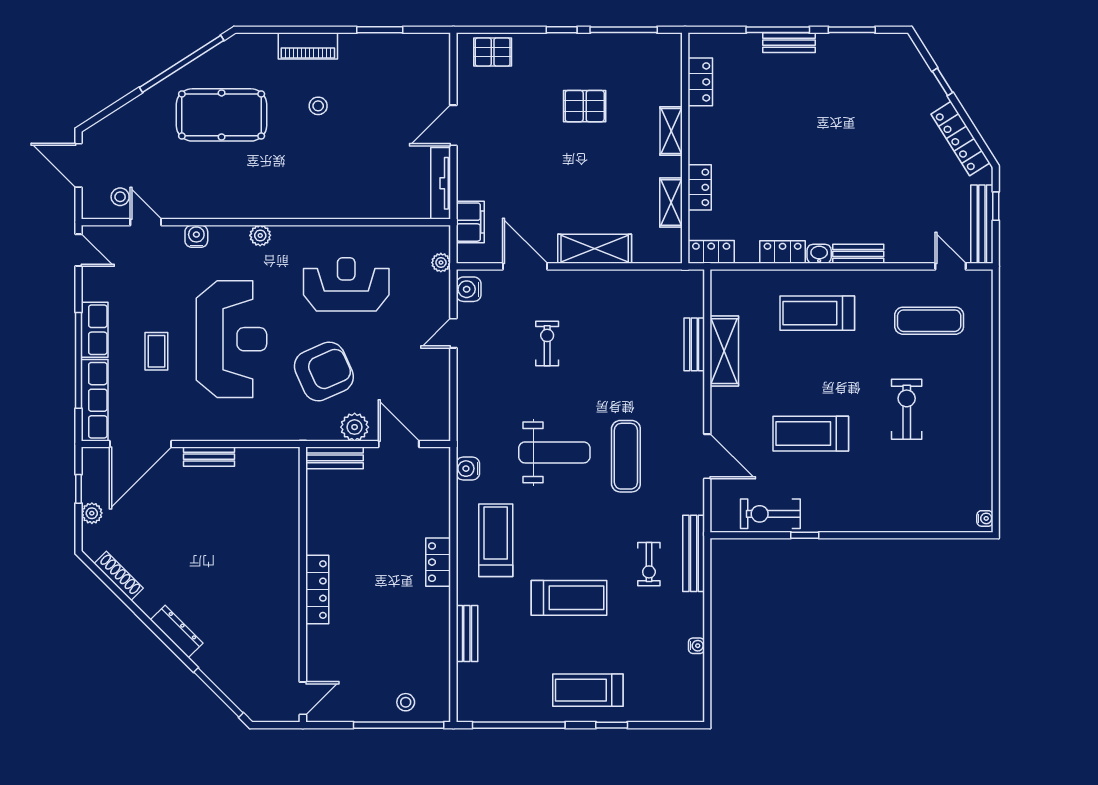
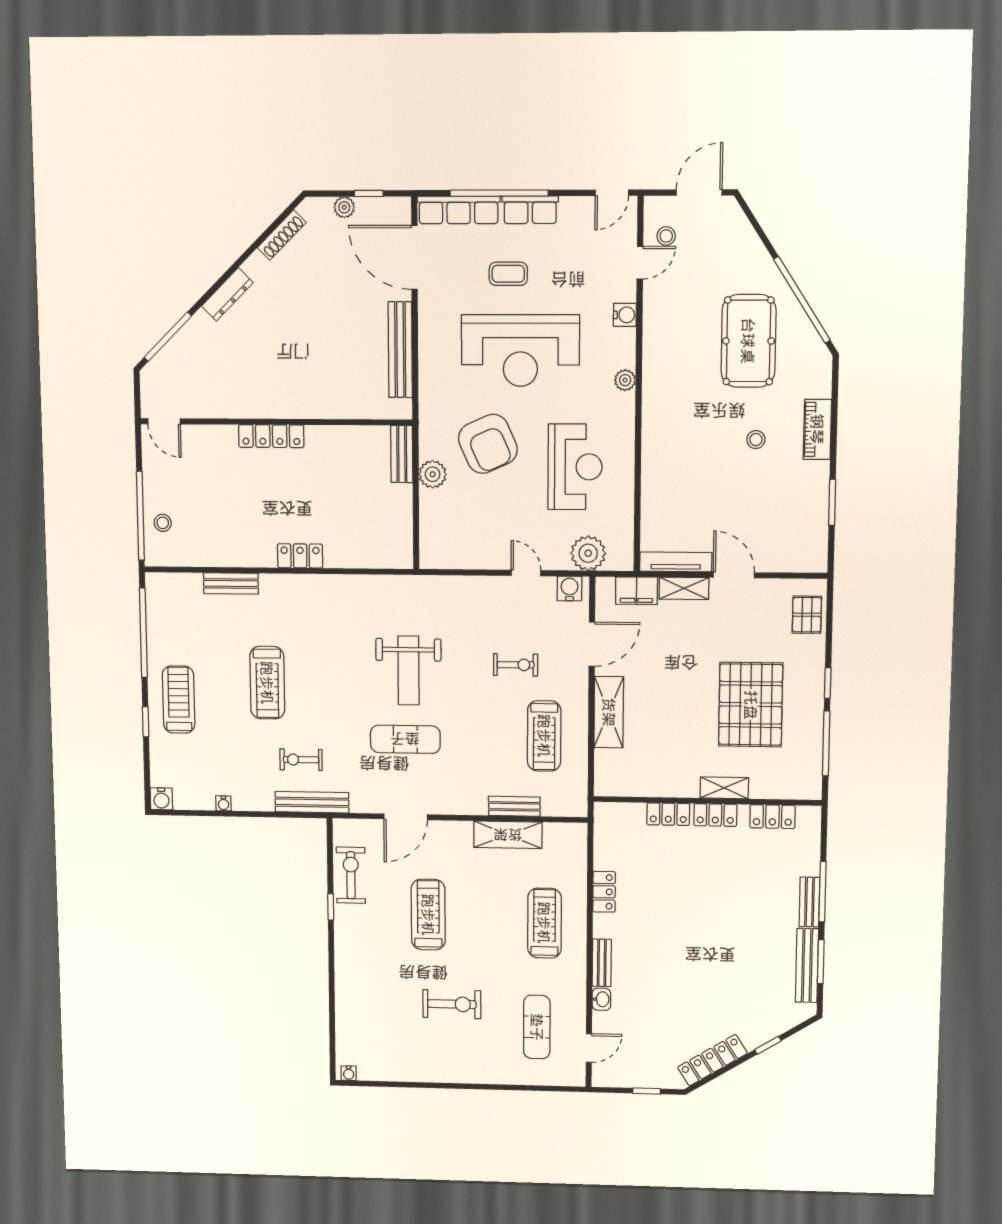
pallet: (585, 106) -> (751, 705), width x2.05, depth x2.00
shelving: (671, 202) -> (684, 588), moved
bench: (982, 224) -> (807, 965), moved, turned 90
locker: (711, 252) -> (715, 815), moved, turned 90
washbasin: (819, 254) -> (601, 999), moved
plant: (441, 263) -> (588, 553), width x1.88, depth x1.88
door: (399, 444) -> (416, 518), removed
bench: (209, 457) -> (400, 350), width x1.86, depth x1.21
water cooler: (468, 469) -> (161, 799), moved, turned 180
treadmill: (496, 540) -> (544, 736), moved, turned 90

